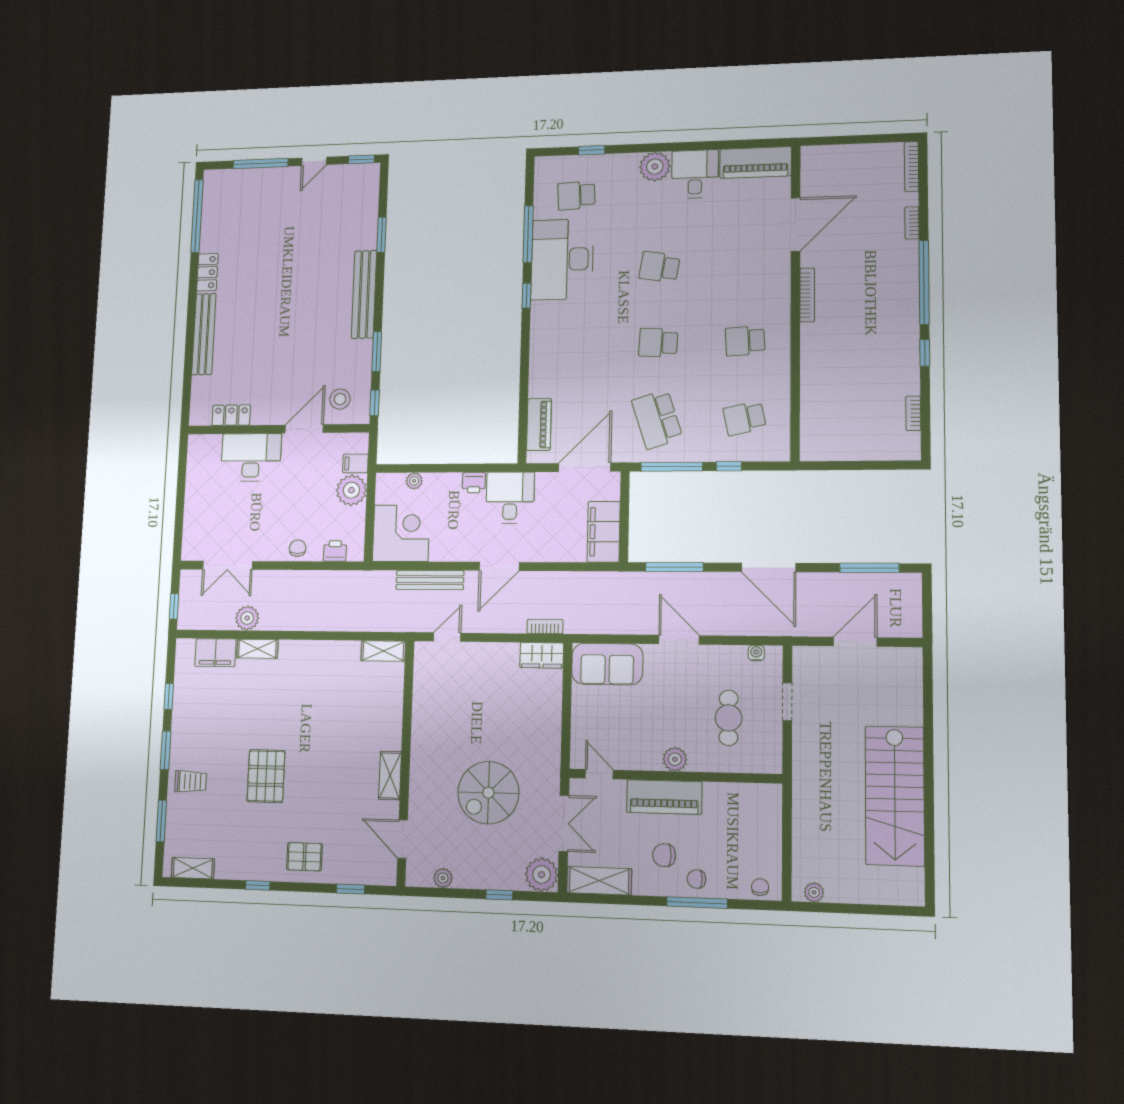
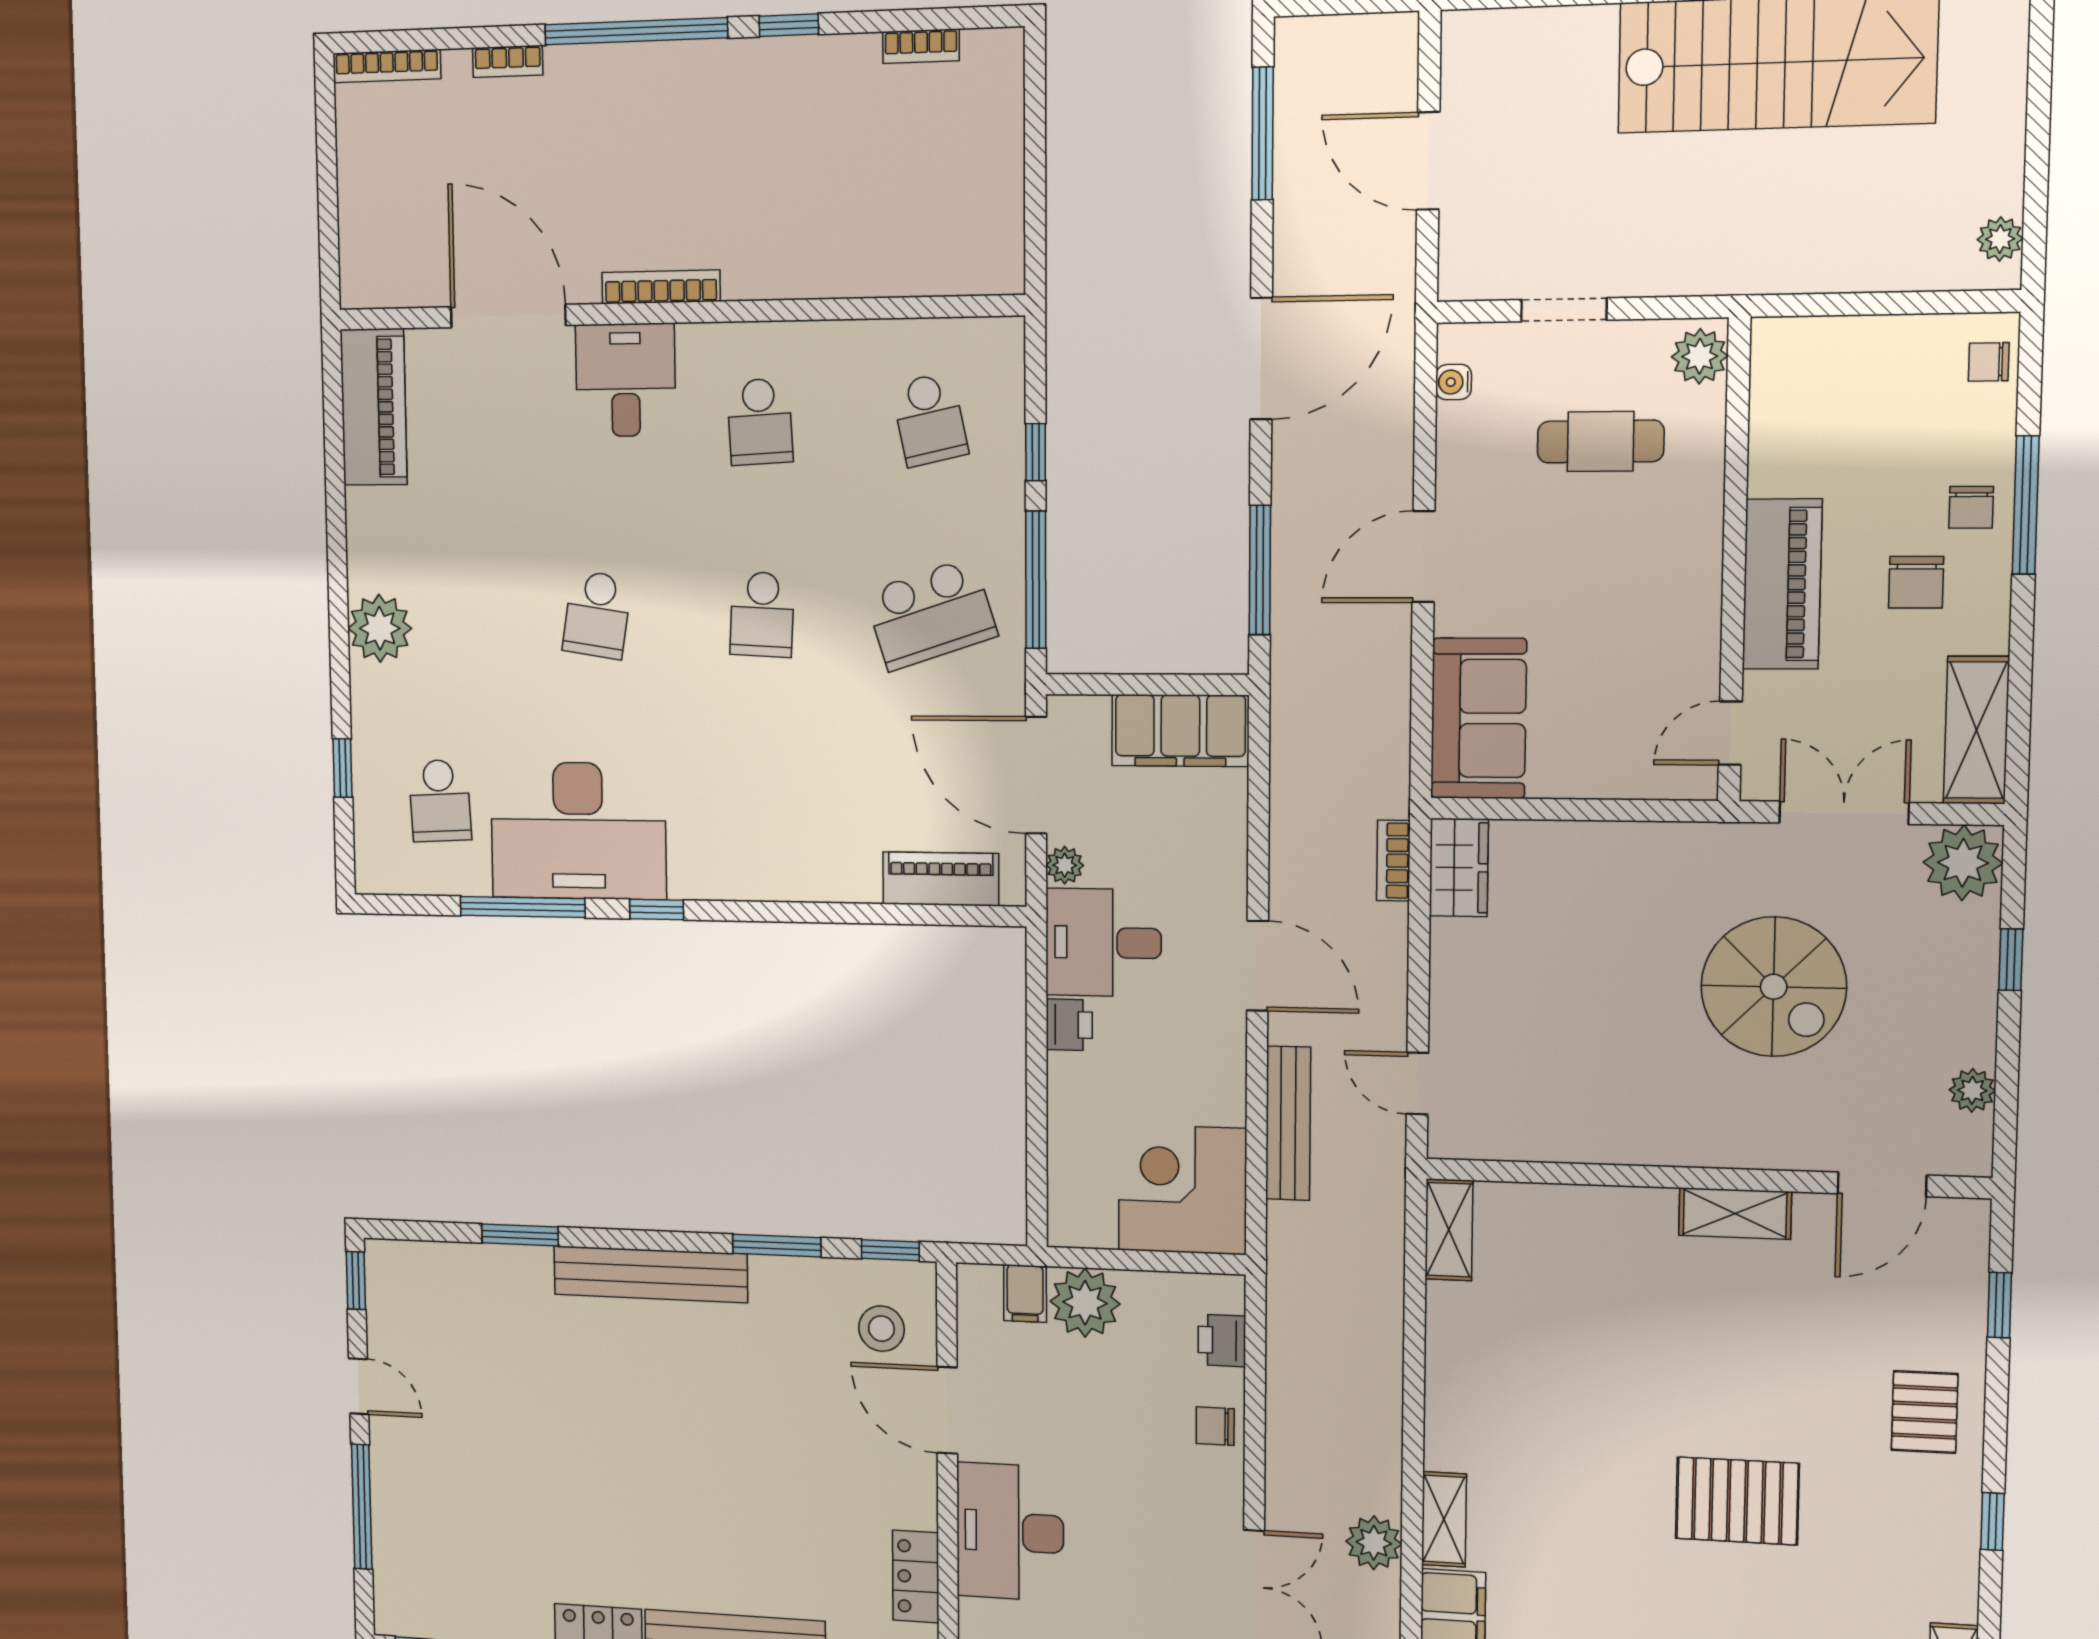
desk: (695, 174) -> (626, 380), moved, turned 90
plant: (414, 481) -> (1065, 865), moved
plant: (675, 759) -> (1700, 356), moved

